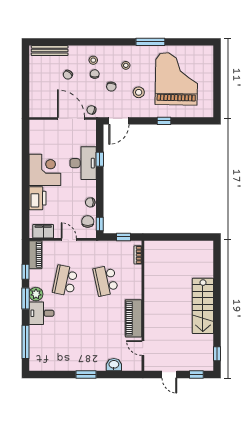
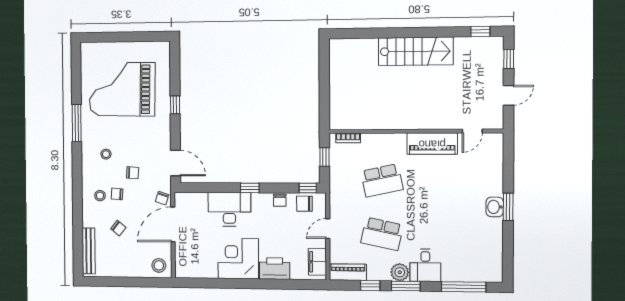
stool: (139, 92) -> (159, 265), moved
window: (100, 159) -> (250, 188), moved
washbasin: (114, 365) -> (495, 207), moved

